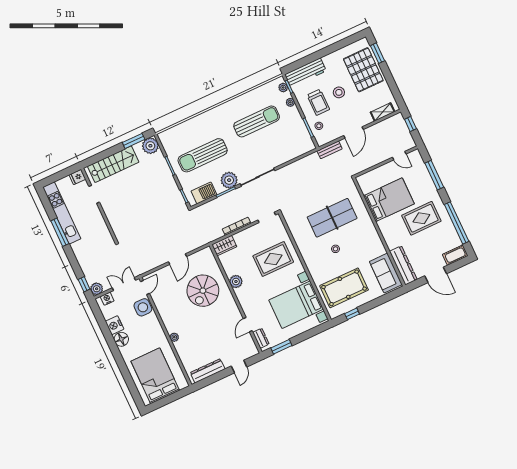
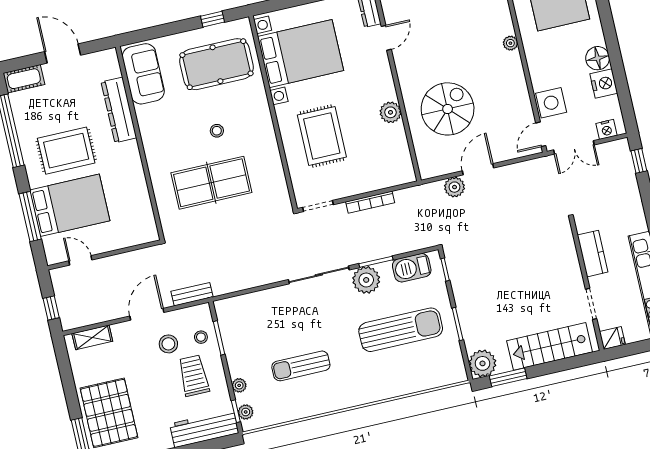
stool: (339, 92) -> (168, 344), moved
sun lounger: (257, 121) -> (301, 366), width x0.73, depth x0.75
bed: (389, 200) -> (70, 205), moved, turned 180
kitchen counter: (100, 224) -> (593, 254), added
wardrobe: (224, 246) -> (397, 175), removed
rug: (273, 259) -> (322, 136), turned 90
dresser: (403, 265) -> (119, 110), moved
plant: (97, 289) -> (454, 187), moved

